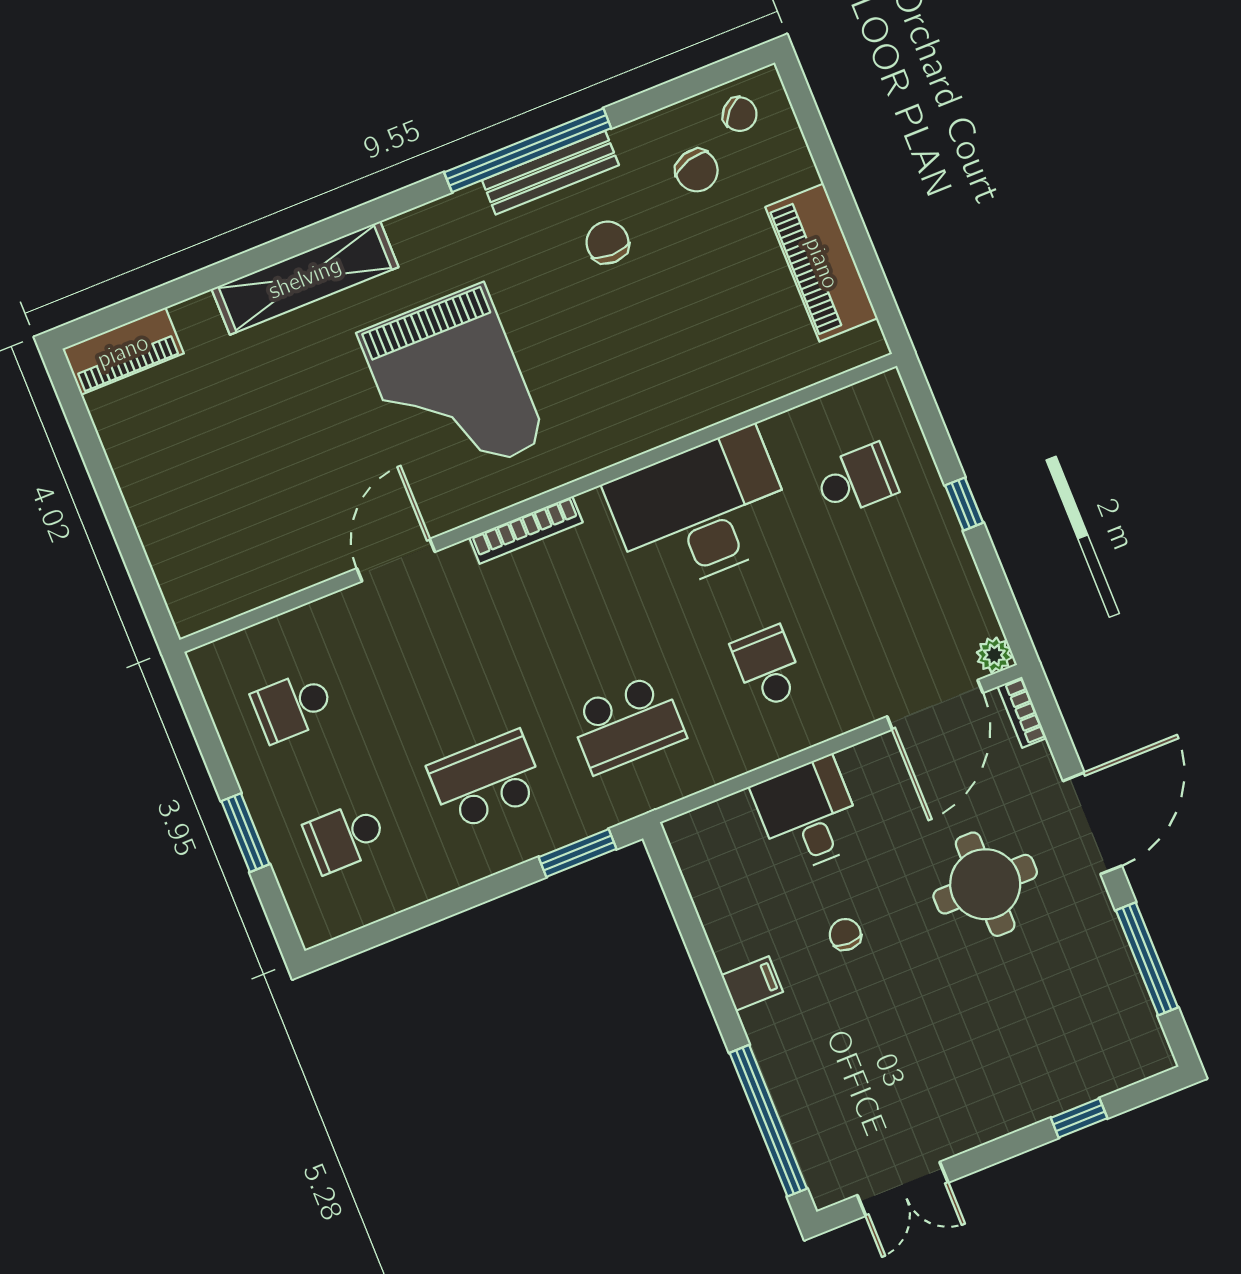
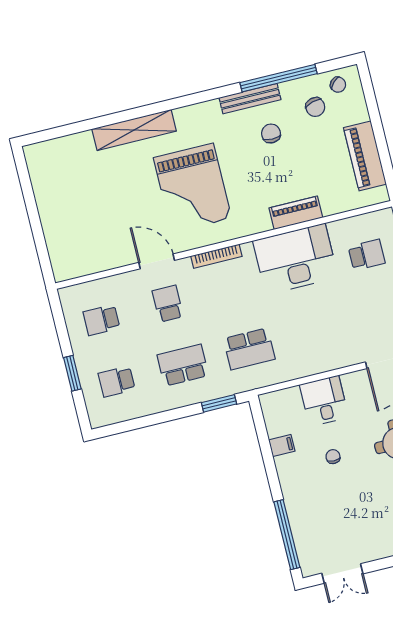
window: (528, 150) -> (279, 78), moved
piano: (123, 351) -> (296, 213), moved, turned 180
door: (396, 560) -> (157, 261), hinge flipped
school desk: (768, 667) -> (168, 304), moved
filing cabinet: (752, 984) -> (282, 446), moved

